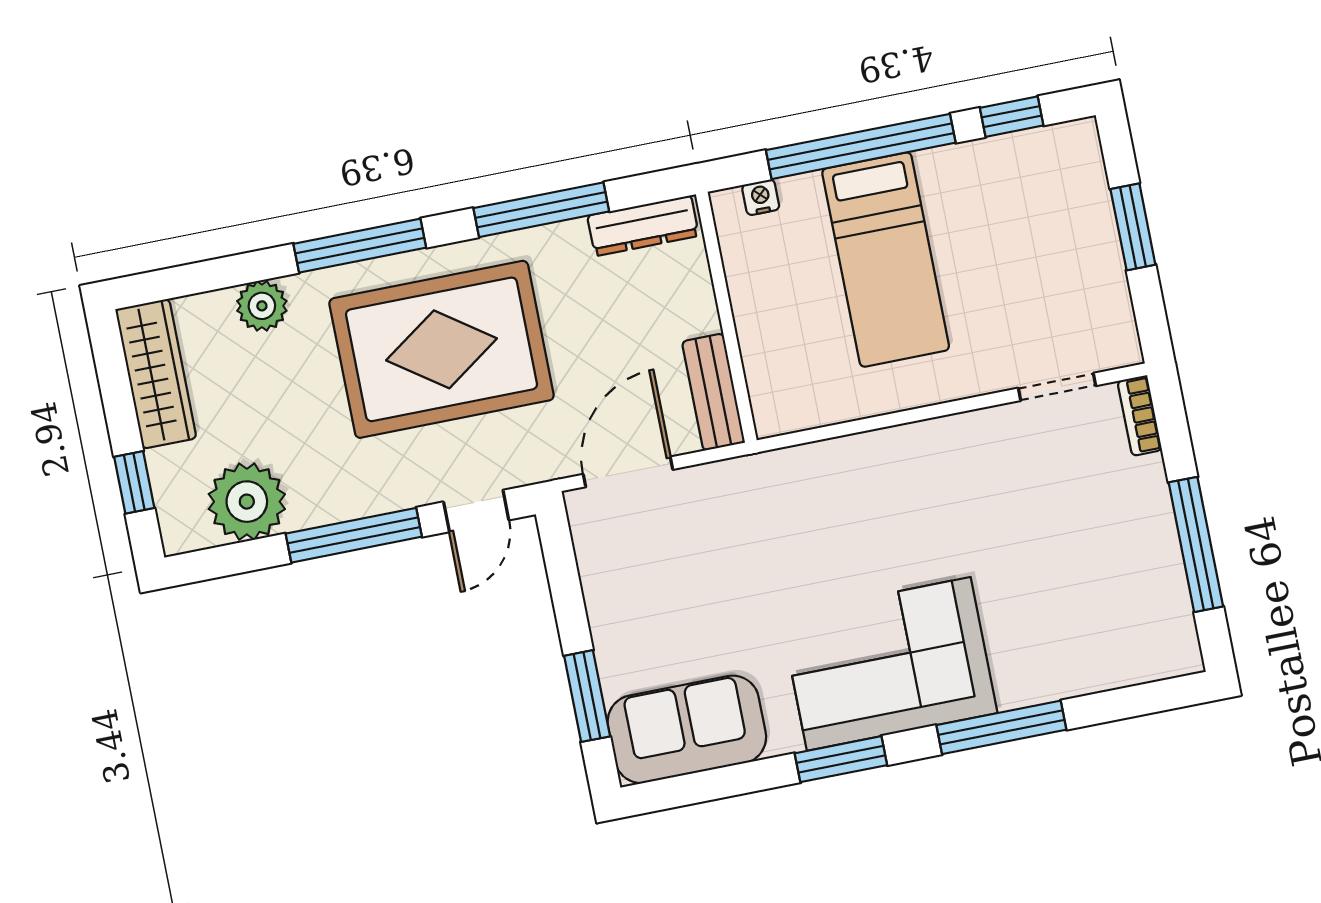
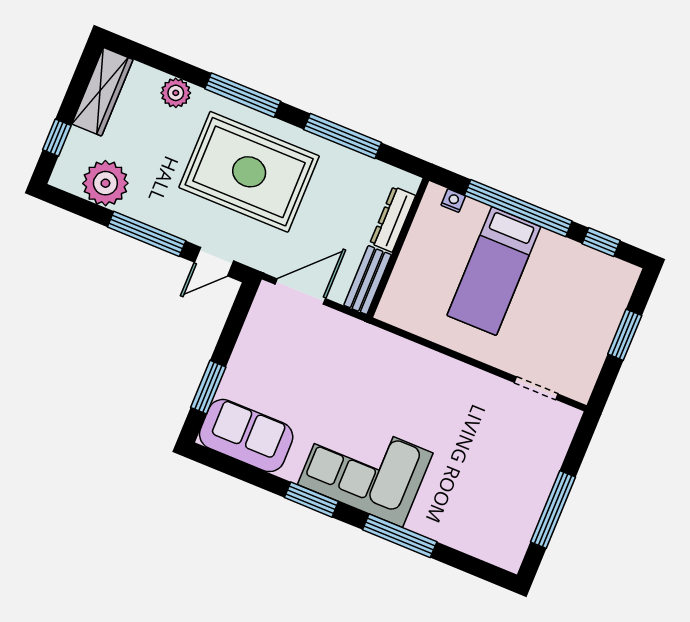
dresser: (643, 226) -> (393, 219), moved, turned 90
bookcase: (1140, 416) -> (567, 429), removed

